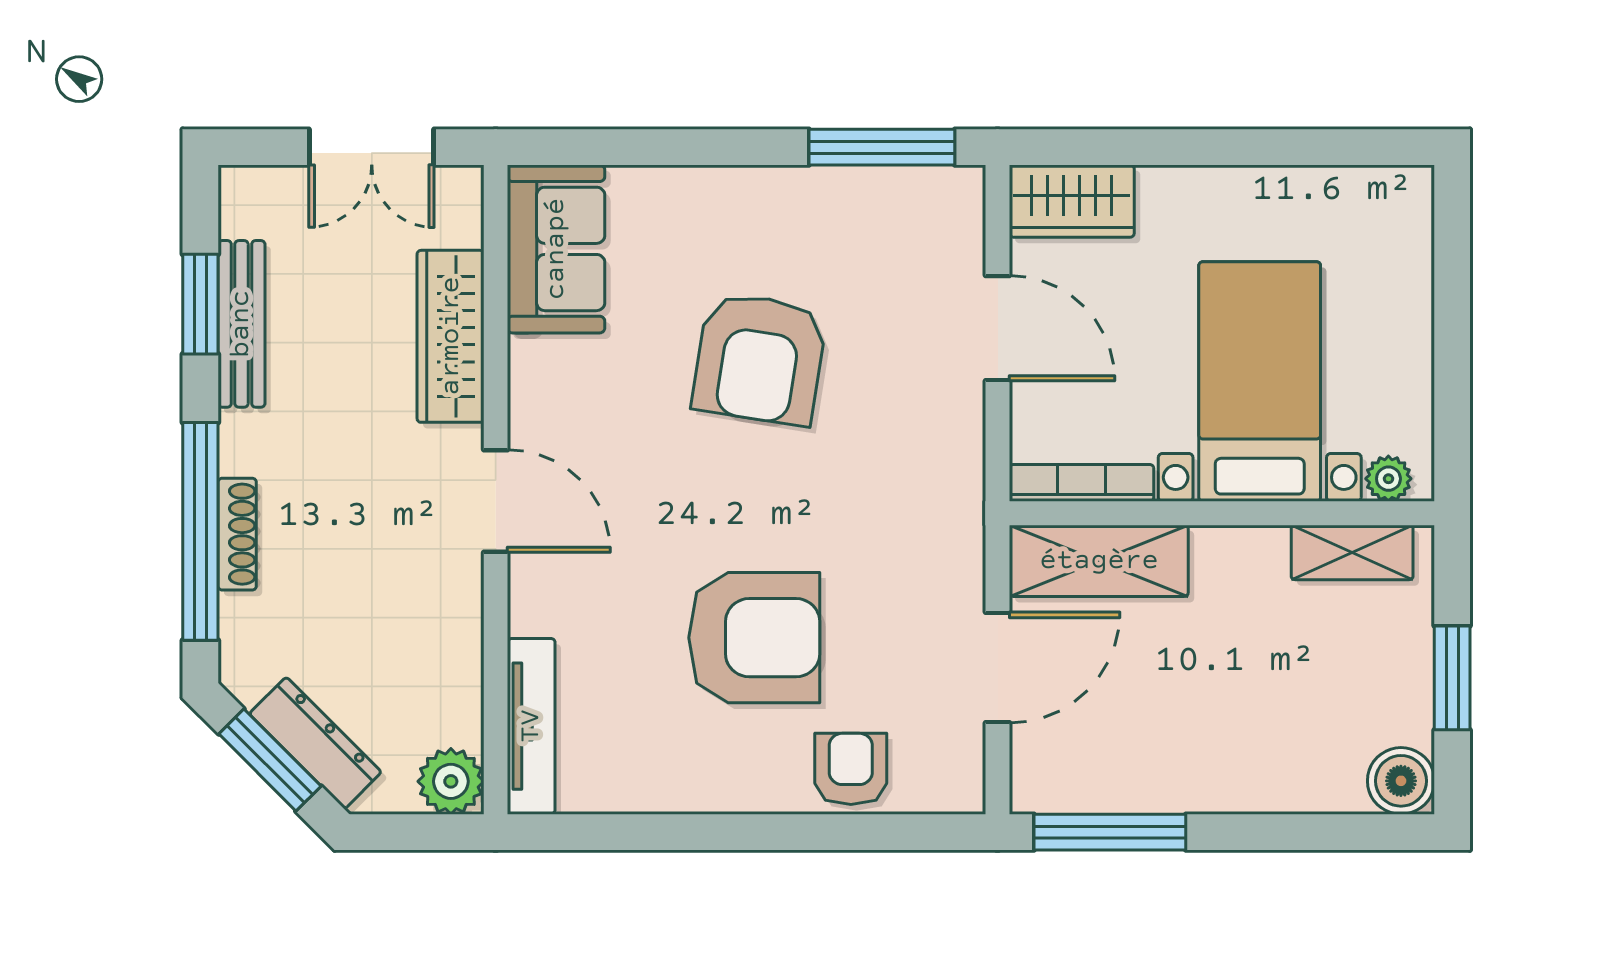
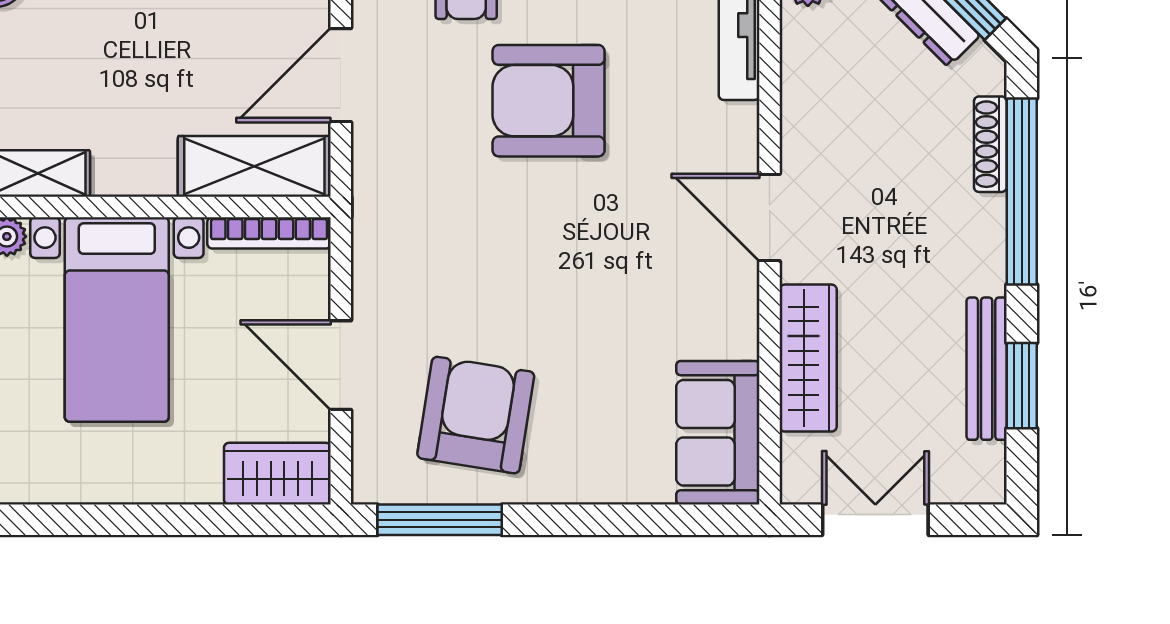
armchair: (759, 359) -> (476, 415), moved
shoe rack: (237, 534) -> (990, 144), moved

